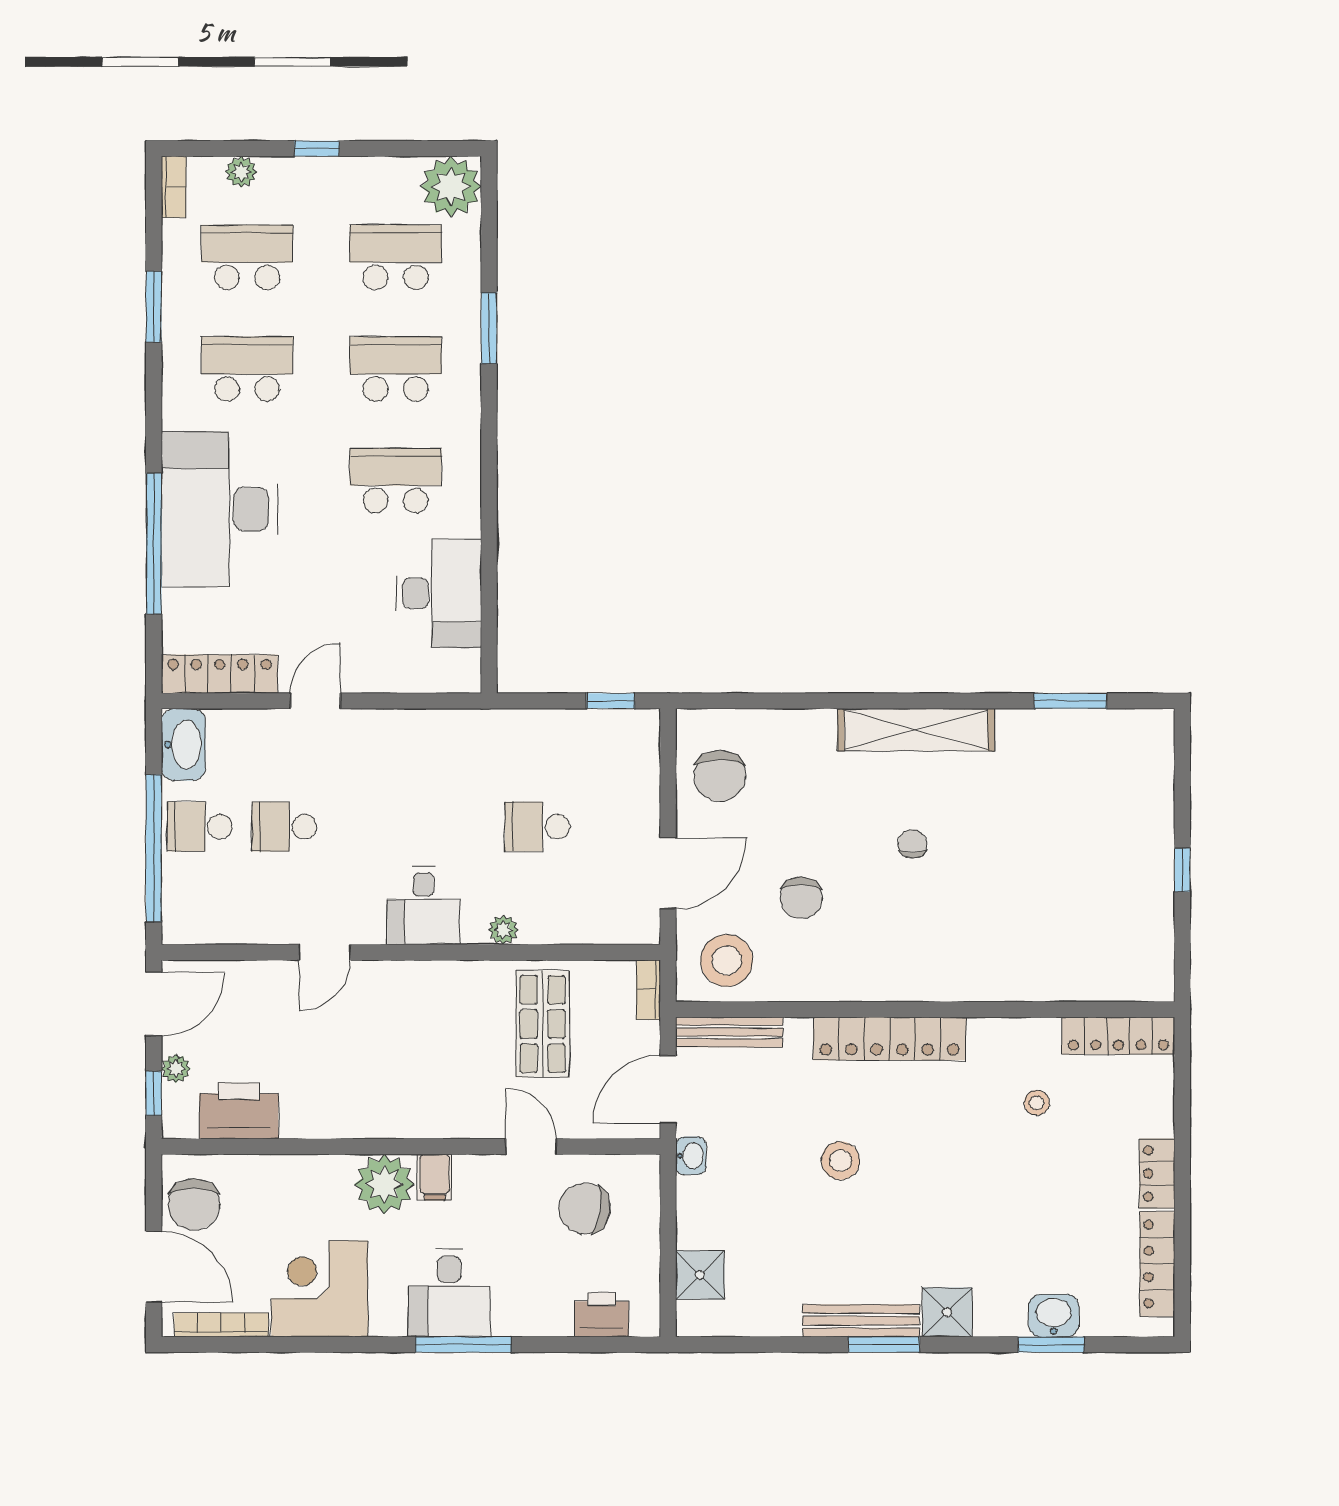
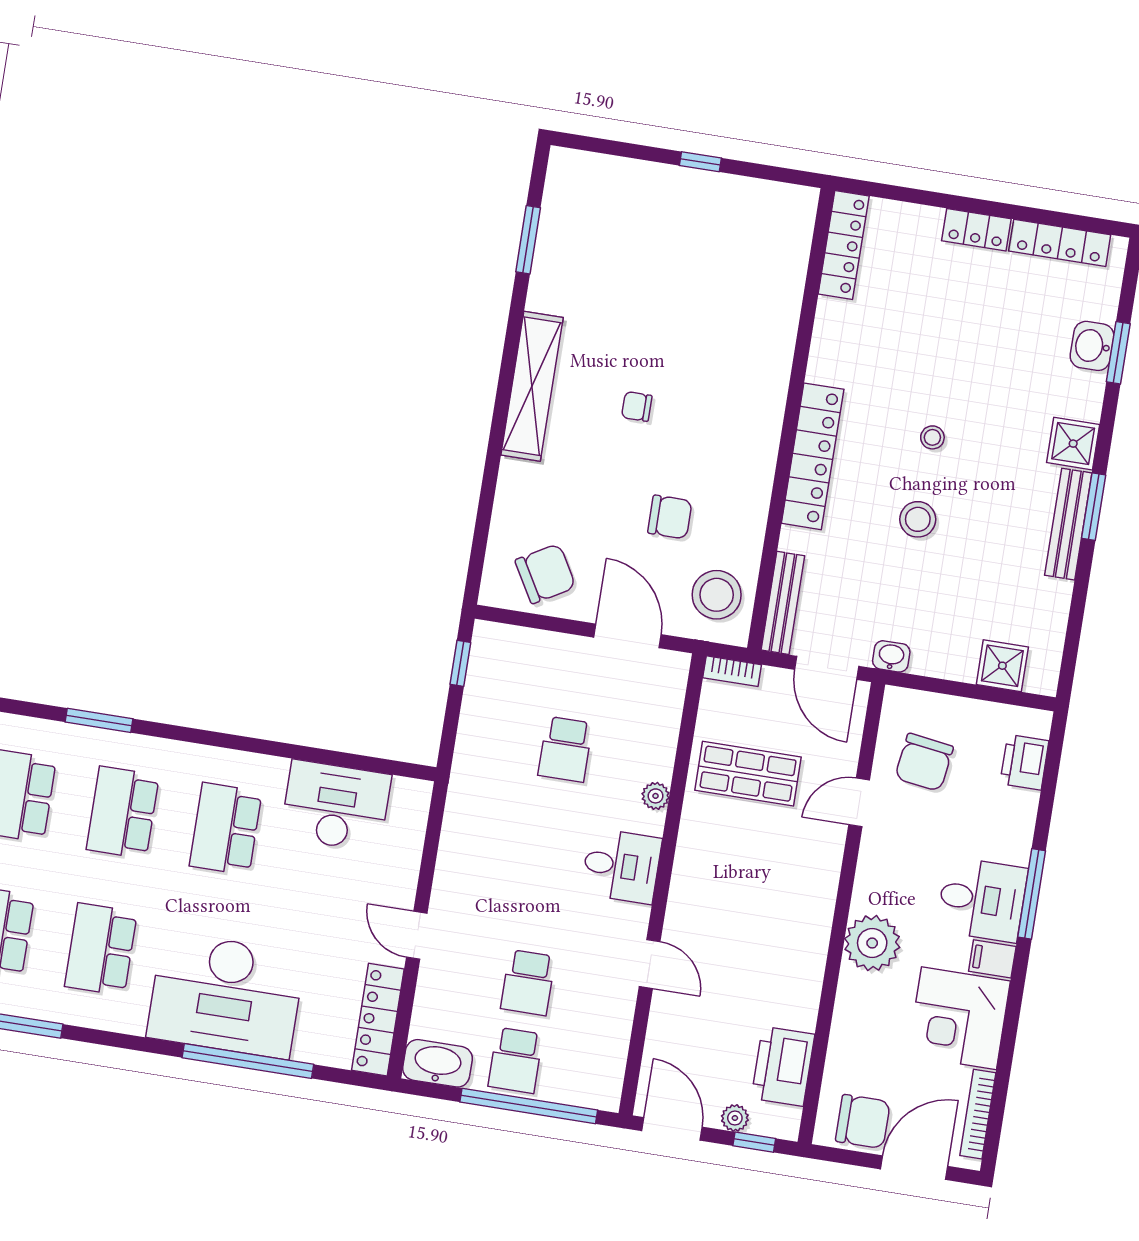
chair: (720, 776) -> (545, 574), turned -30
stool: (1037, 1103) -> (932, 437), moved
filing cabinet: (435, 1177) -> (992, 959), moved, turned 180

